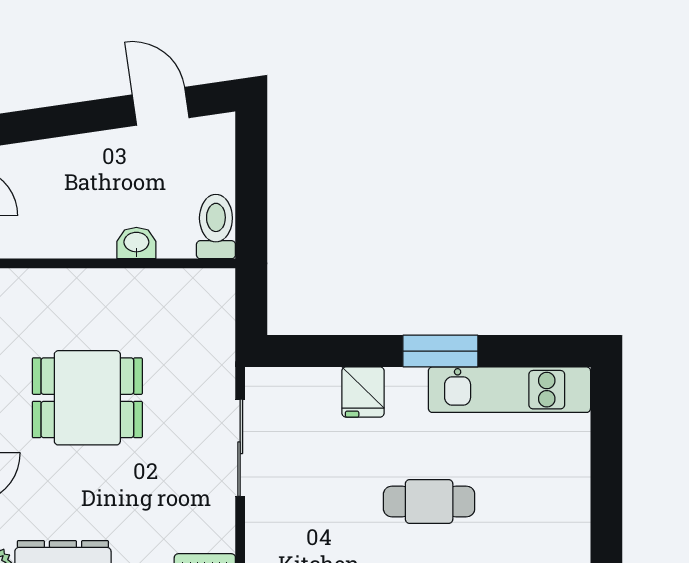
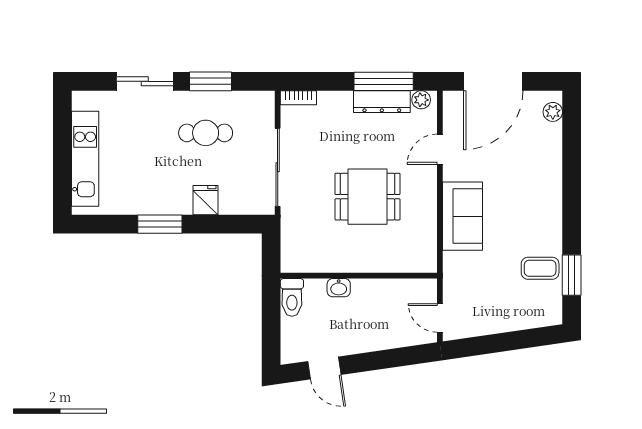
kitchen unit: (509, 390) -> (85, 159), moved, turned 90
sliding door: (240, 448) -> (278, 167), width x1.37
cafe table: (429, 501) -> (206, 133), moved

